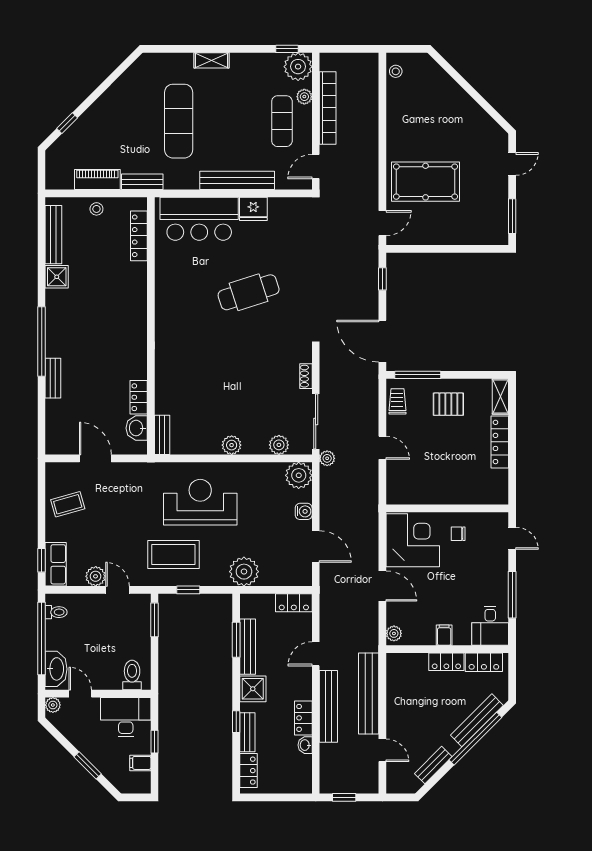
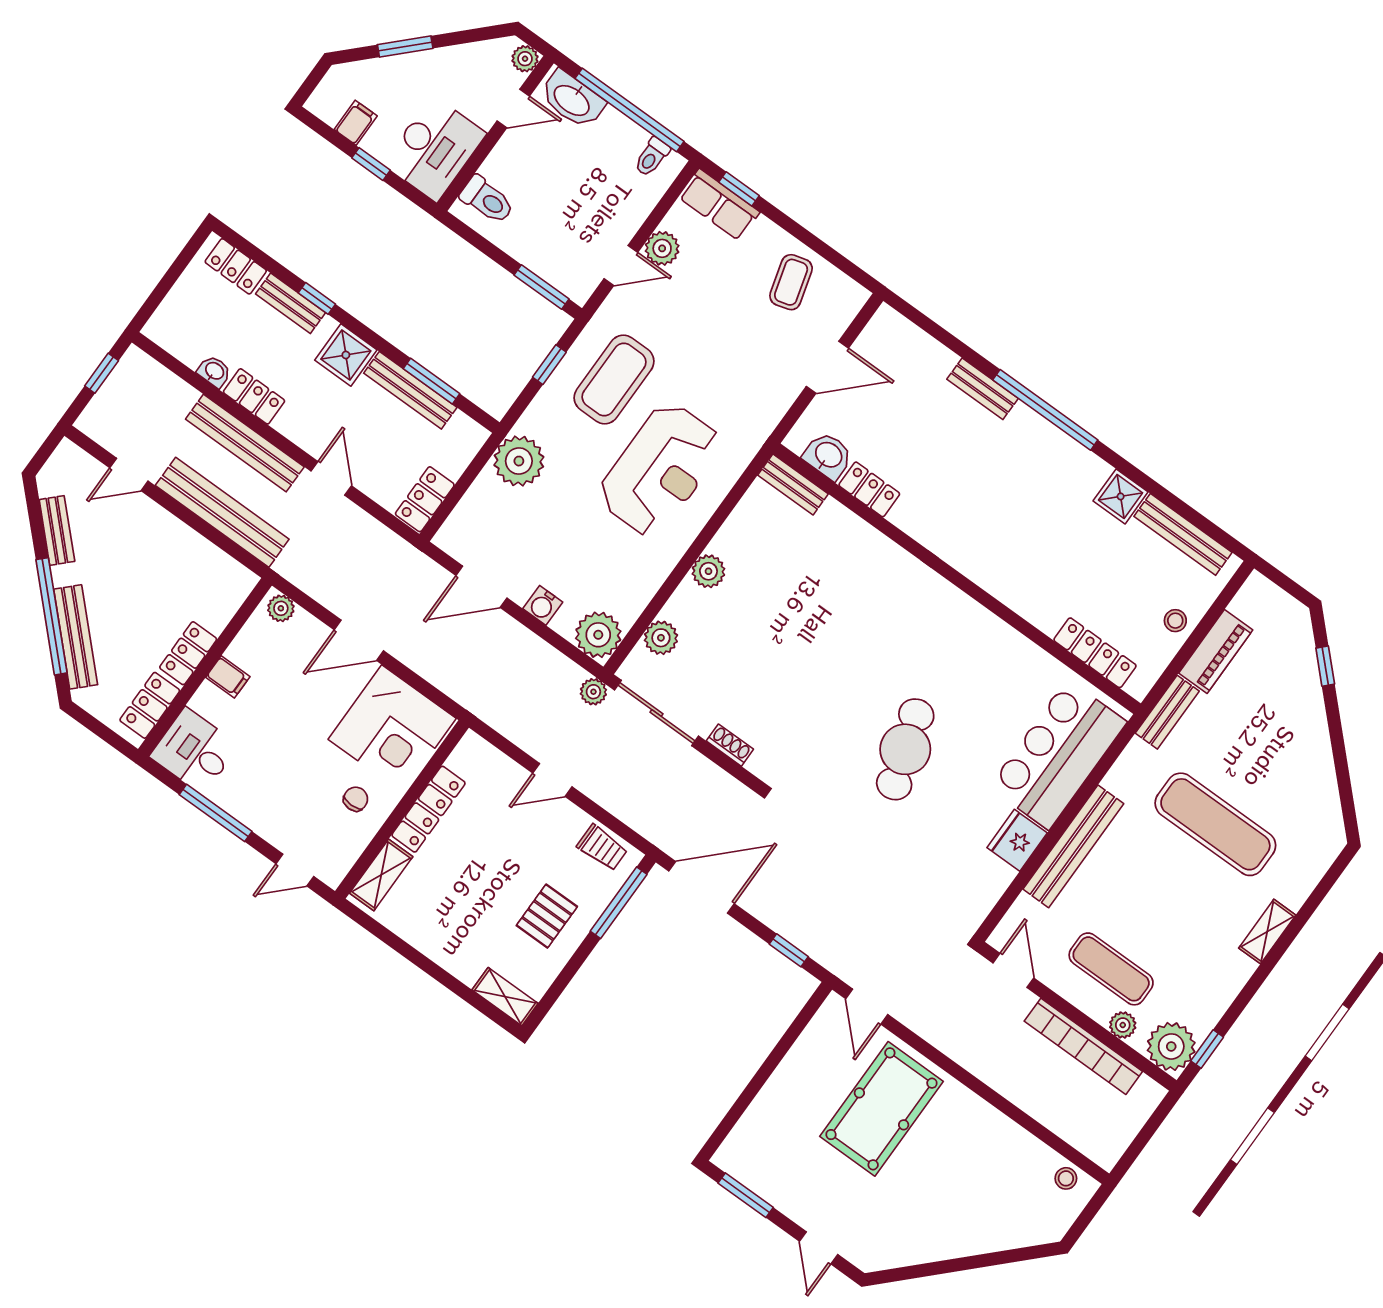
locker: (500, 442) -> (429, 809), moved, turned 90
shelving: (485, 496) -> (381, 875), added

